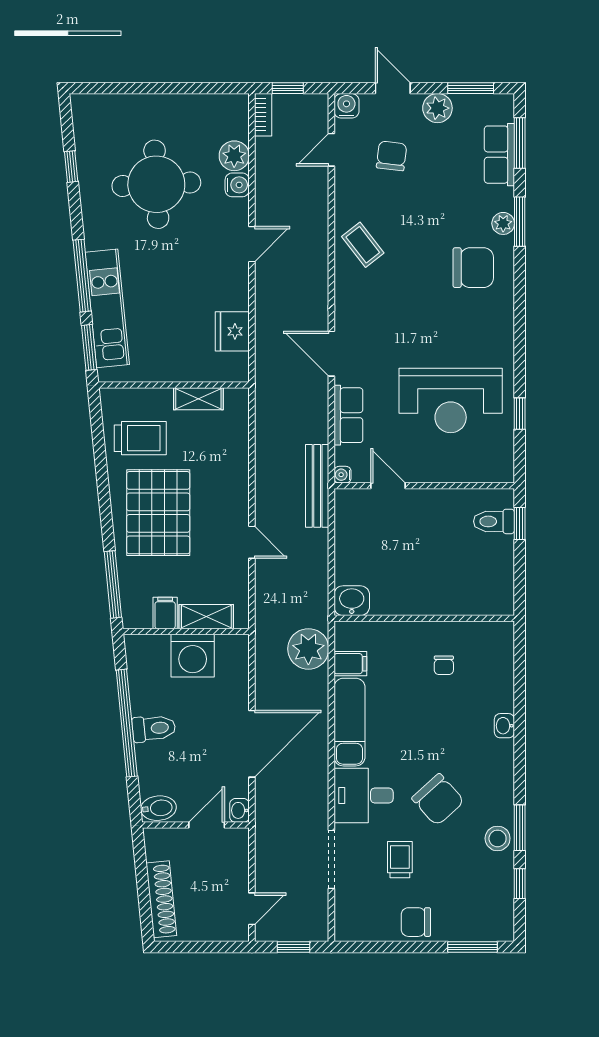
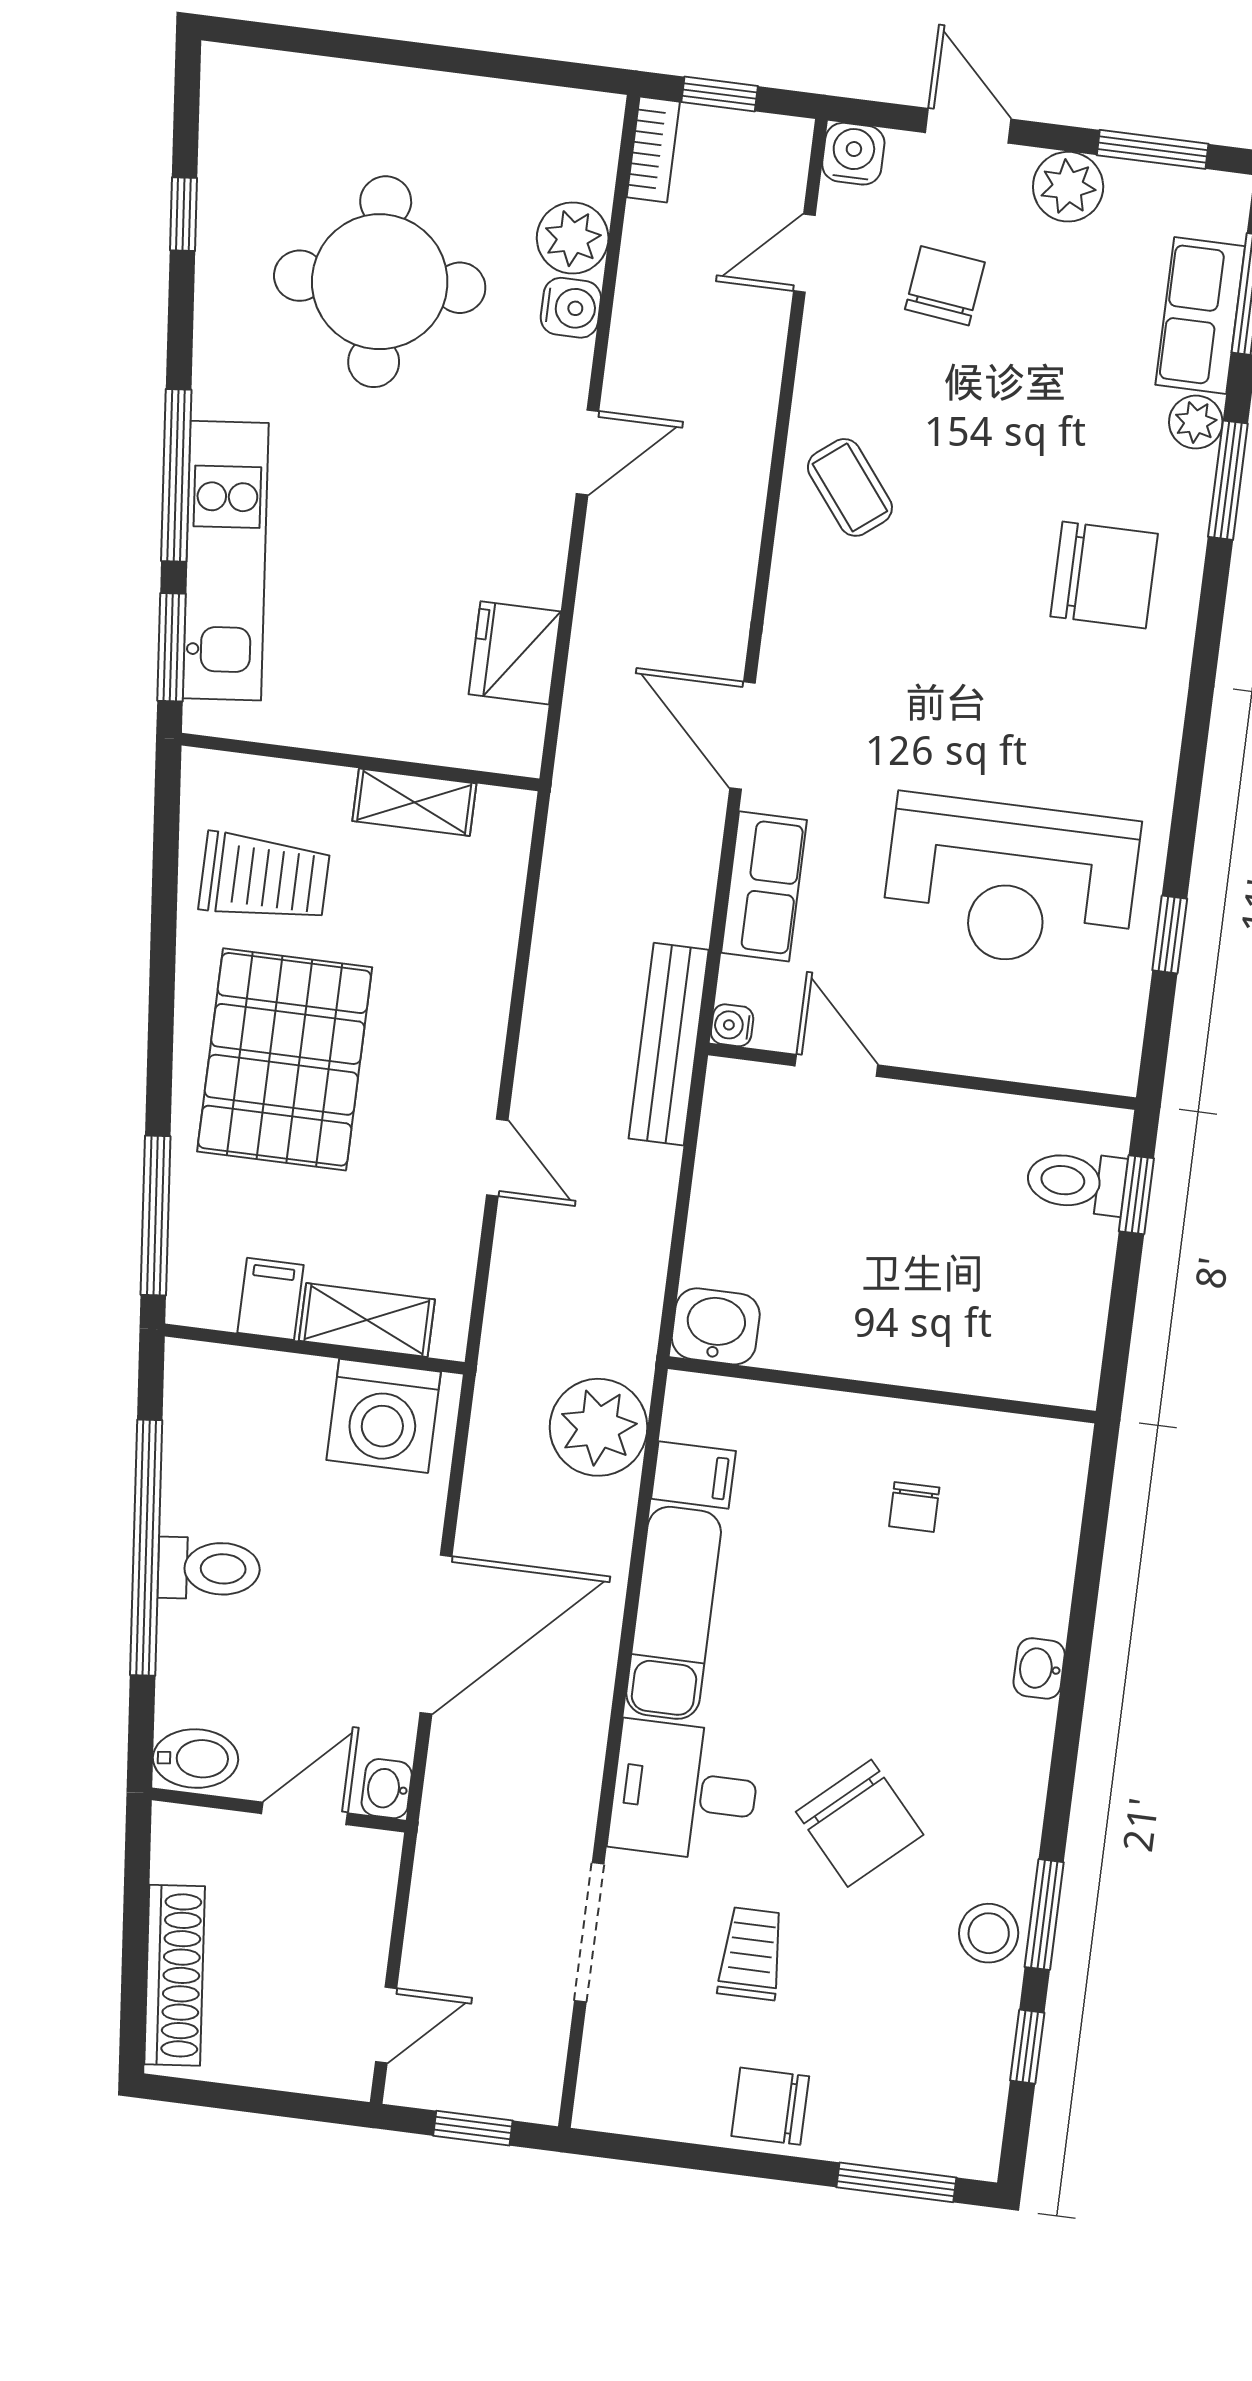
plant: (503, 223) -> (1196, 422), moved
washing machine: (193, 656) -> (384, 1416), moved

